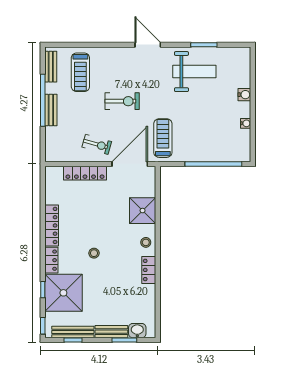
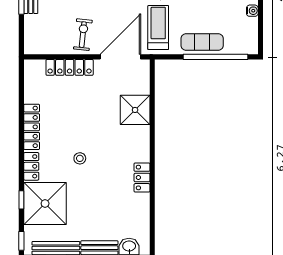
exercise bike: (97, 144) -> (83, 35), turned -100
exercise mat: (202, 151) -> (202, 42), added
stool: (146, 242) -> (139, 146), removed

